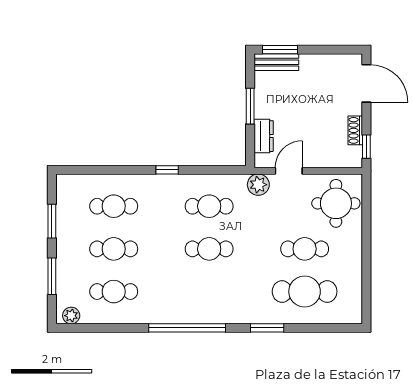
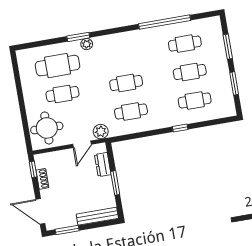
window: (280, 50) -> (67, 230), moved
bench: (276, 62) -> (97, 216), width x1.36
window: (167, 170) -> (180, 128), moved
plant: (71, 316) -> (87, 44), moved
window: (187, 328) -> (165, 22), moved

